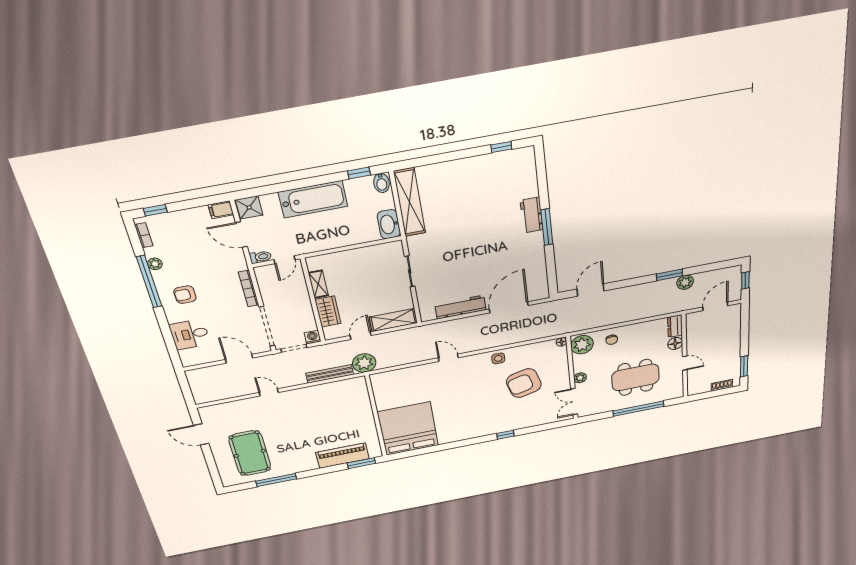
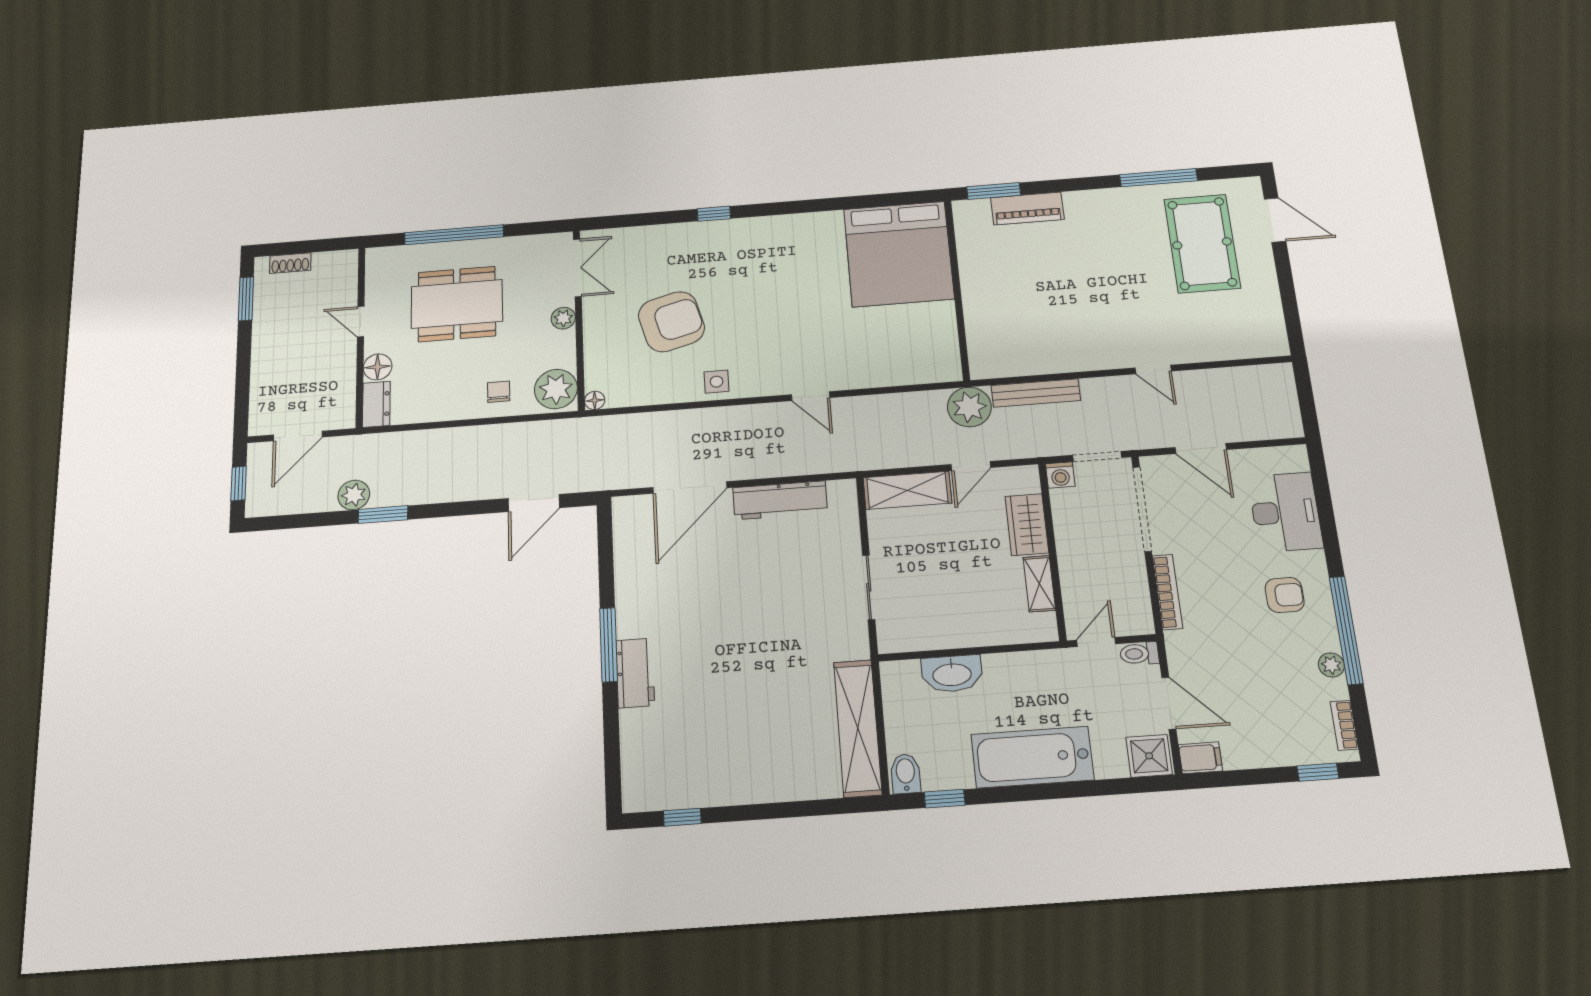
washbasin: (389, 224) -> (952, 674), moved, turned 90
desk: (190, 334) -> (1285, 512), width x1.37
door: (201, 434) -> (1275, 220), moved
piano: (343, 456) -> (1027, 208), width x0.73, depth x0.75

